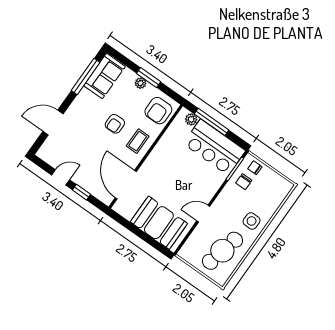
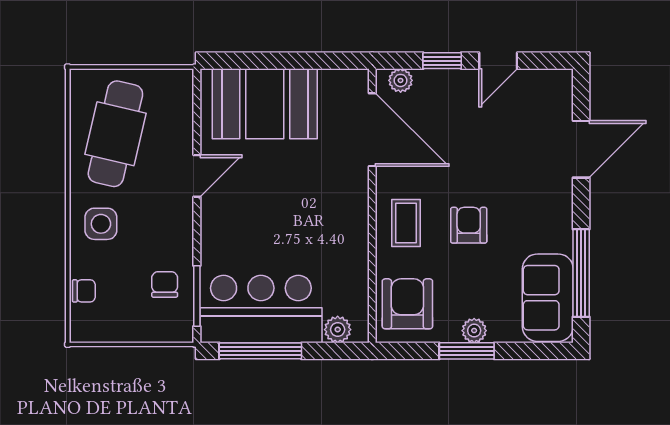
window: (212, 122) -> (260, 351), moved
chair: (255, 168) -> (84, 291), moved
plant: (102, 196) -> (401, 80), added

